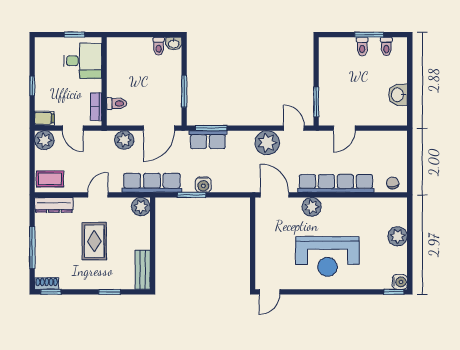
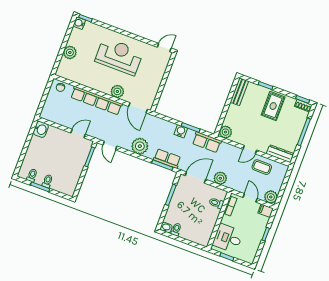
washbasin: (398, 95) -> (41, 129), moved
plant: (267, 143) -> (140, 146), moved
coffee table: (50, 179) -> (262, 167), moved
row of seats: (152, 183) -> (207, 142), width x0.68
rug: (94, 241) -> (273, 106), moved

